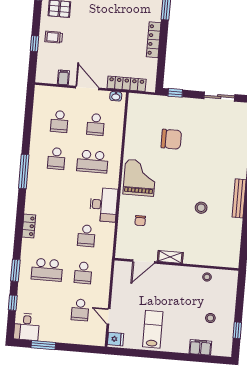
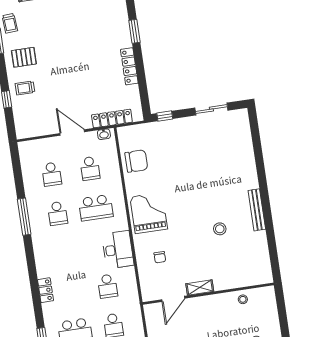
filing cabinet: (63, 77) -> (45, 128), removed
chair: (171, 139) -> (136, 161), moved
window: (24, 171) -> (24, 217), moved

